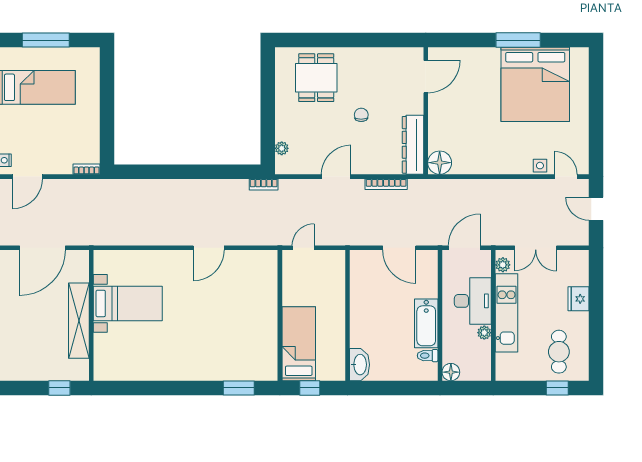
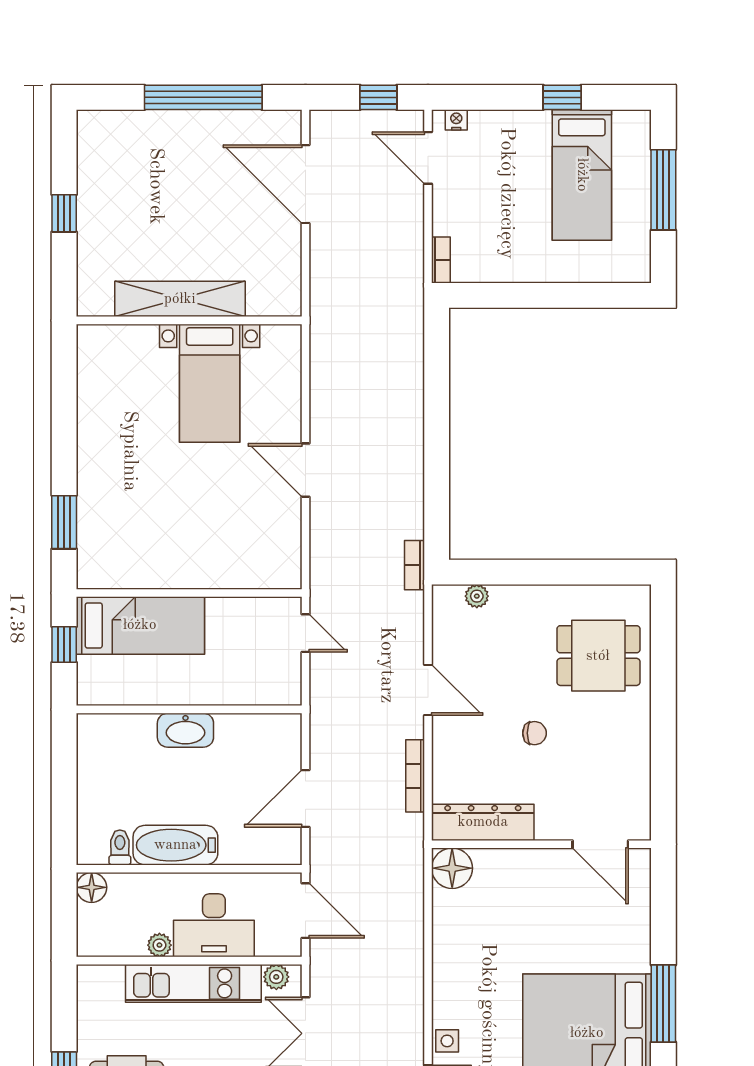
bed with nightstands: (128, 303) -> (210, 383), moved
wall: (91, 315) -> (189, 320), moved
shelving: (79, 321) -> (180, 299), moved
washbasin: (360, 365) -> (185, 730), moved

